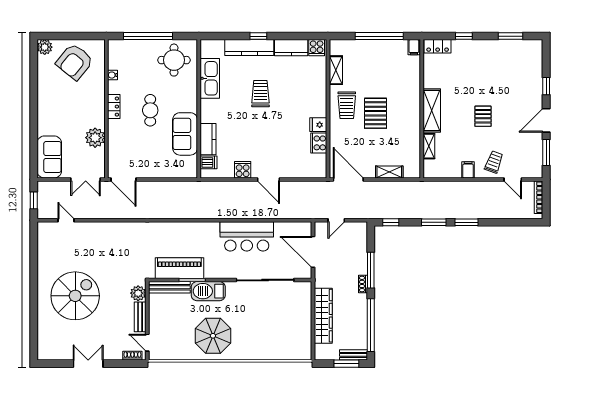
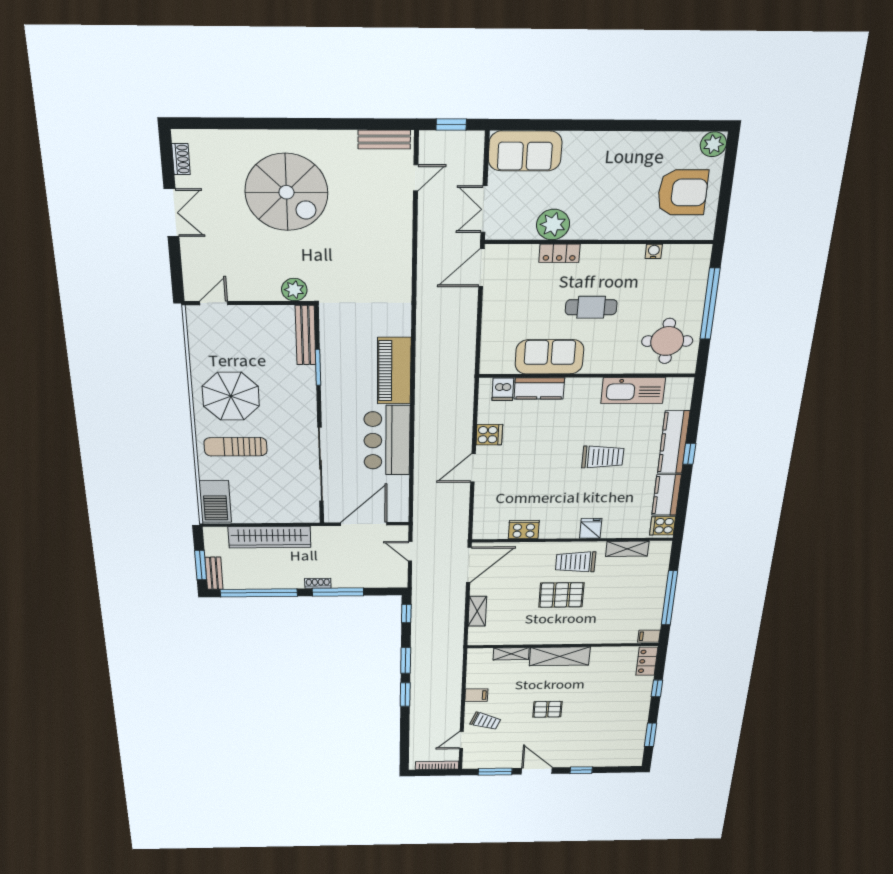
armchair: (75, 62) -> (683, 192), turned 141
locker: (114, 107) -> (559, 253), moved
fridge: (318, 125) -> (591, 528), moved
piano: (179, 268) -> (394, 371), moved, turned 180
barbecue: (208, 291) -> (215, 502), moved, turned 180
bench: (140, 317) -> (384, 140), moved
sun lounger: (251, 335) -> (236, 447), added
shoe rack: (132, 356) -> (181, 159), moved

